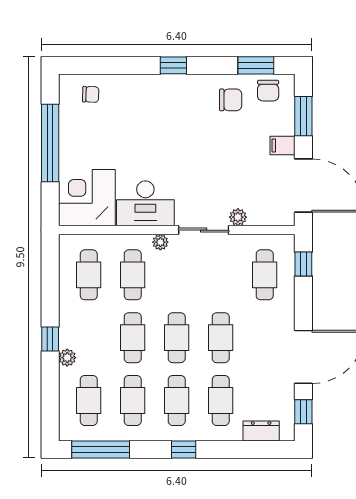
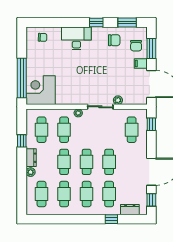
window: (173, 65) -> (96, 23), moved
chair: (268, 91) -> (136, 46), moved
window: (50, 143) -> (22, 78), moved
desk: (145, 203) -> (76, 38), moved, turned 180
dresser: (68, 330) -> (31, 158), added
window: (50, 339) -> (22, 141), moved
window: (101, 449) -> (48, 219), removed
window: (184, 449) -> (111, 219), moved

